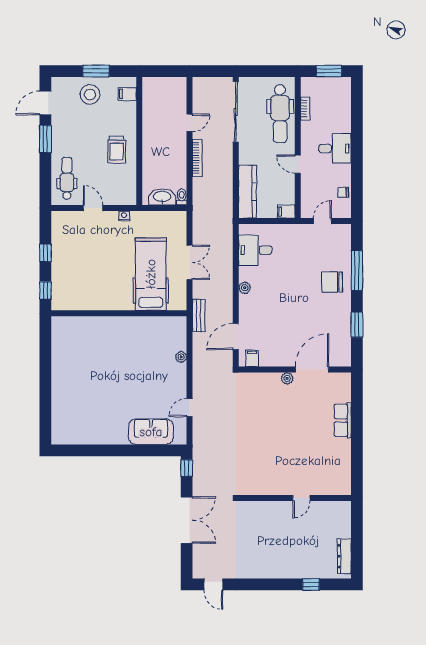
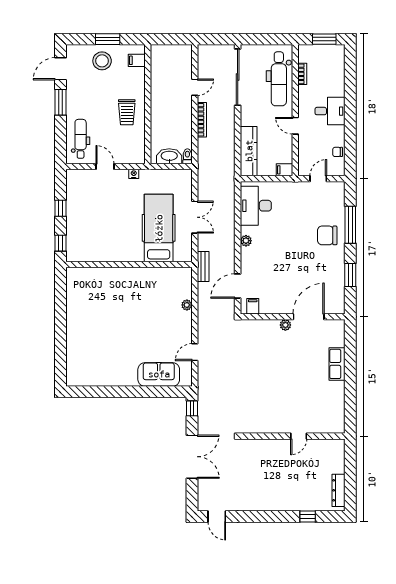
desk: (255, 250) -> (256, 206), width x1.37

